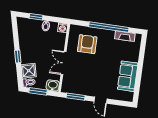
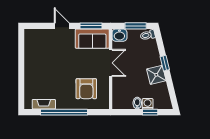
washing machine: (63, 28) -> (148, 104), moved
shower: (29, 71) -> (156, 75), moved
sofa: (128, 76) -> (92, 39), moved, turned 90

